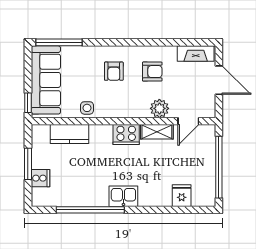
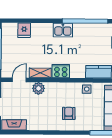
armchair: (152, 72) -> (43, 113), removed

